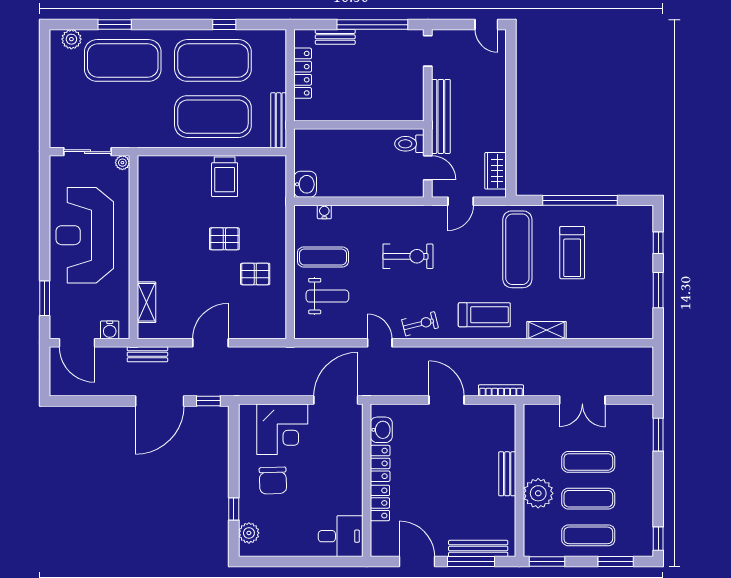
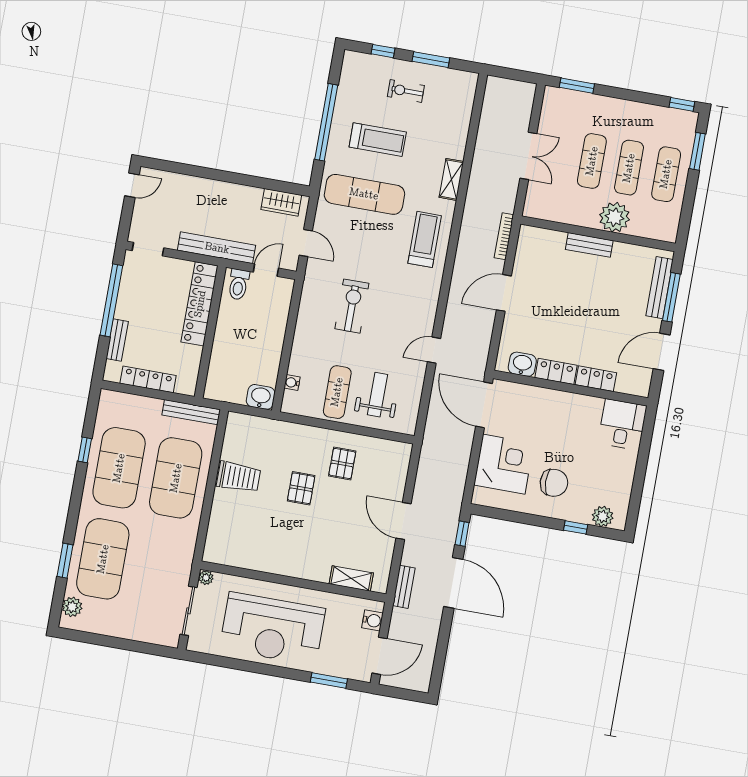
locker: (384, 110) -> (200, 304), added
exercise bike: (420, 324) -> (406, 91), moved, turned -76
window: (547, 562) -> (685, 221), removed

